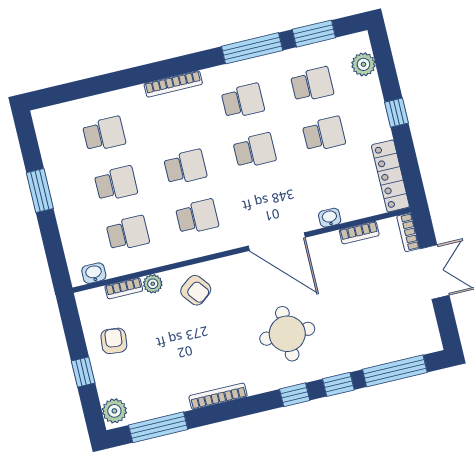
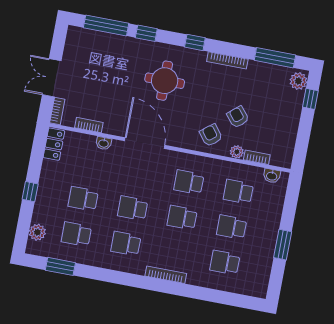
window: (252, 48) -> (105, 275), removed
locker: (390, 176) -> (54, 144), width x0.66
armchair: (114, 341) -> (238, 117), moved, turned 134
window: (83, 372) -> (310, 99), moved
window: (295, 395) -> (195, 42), moved

